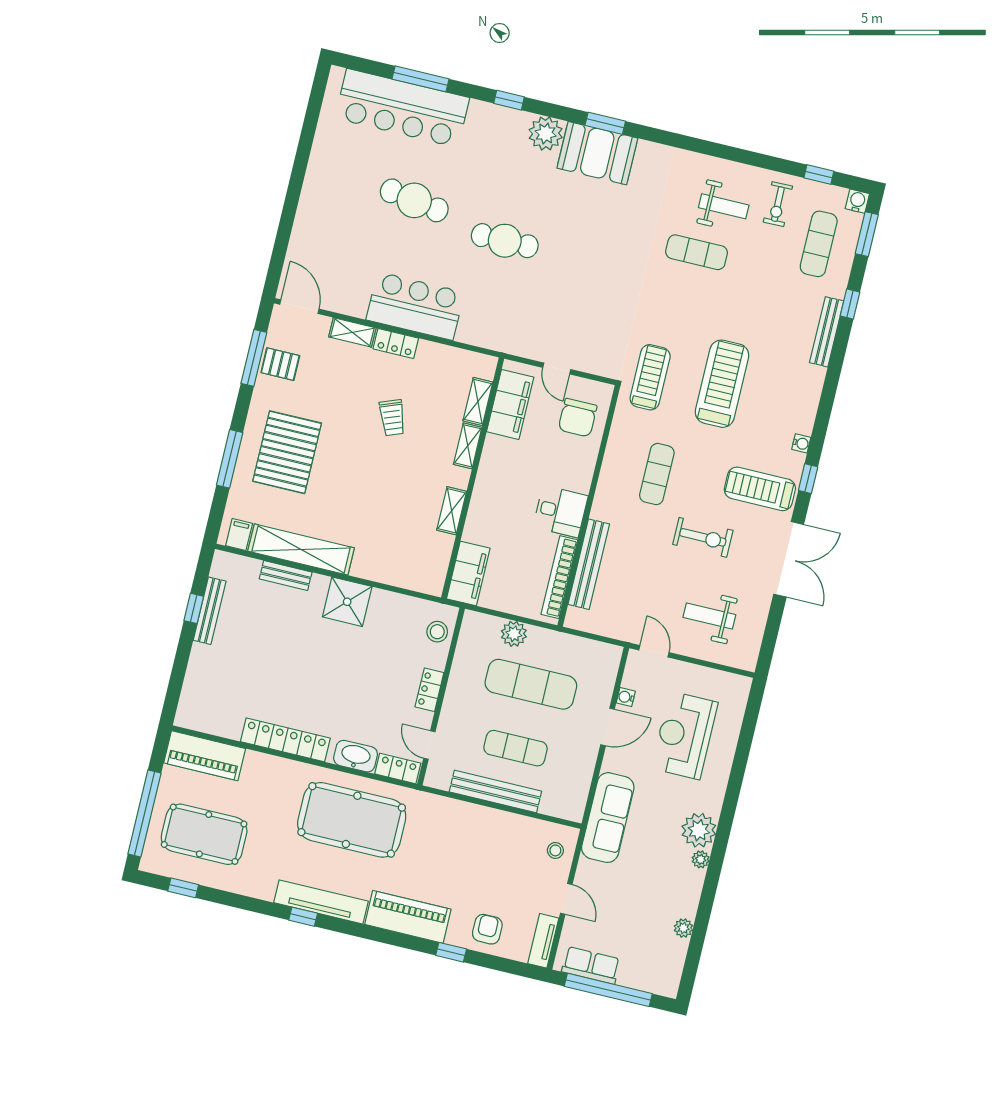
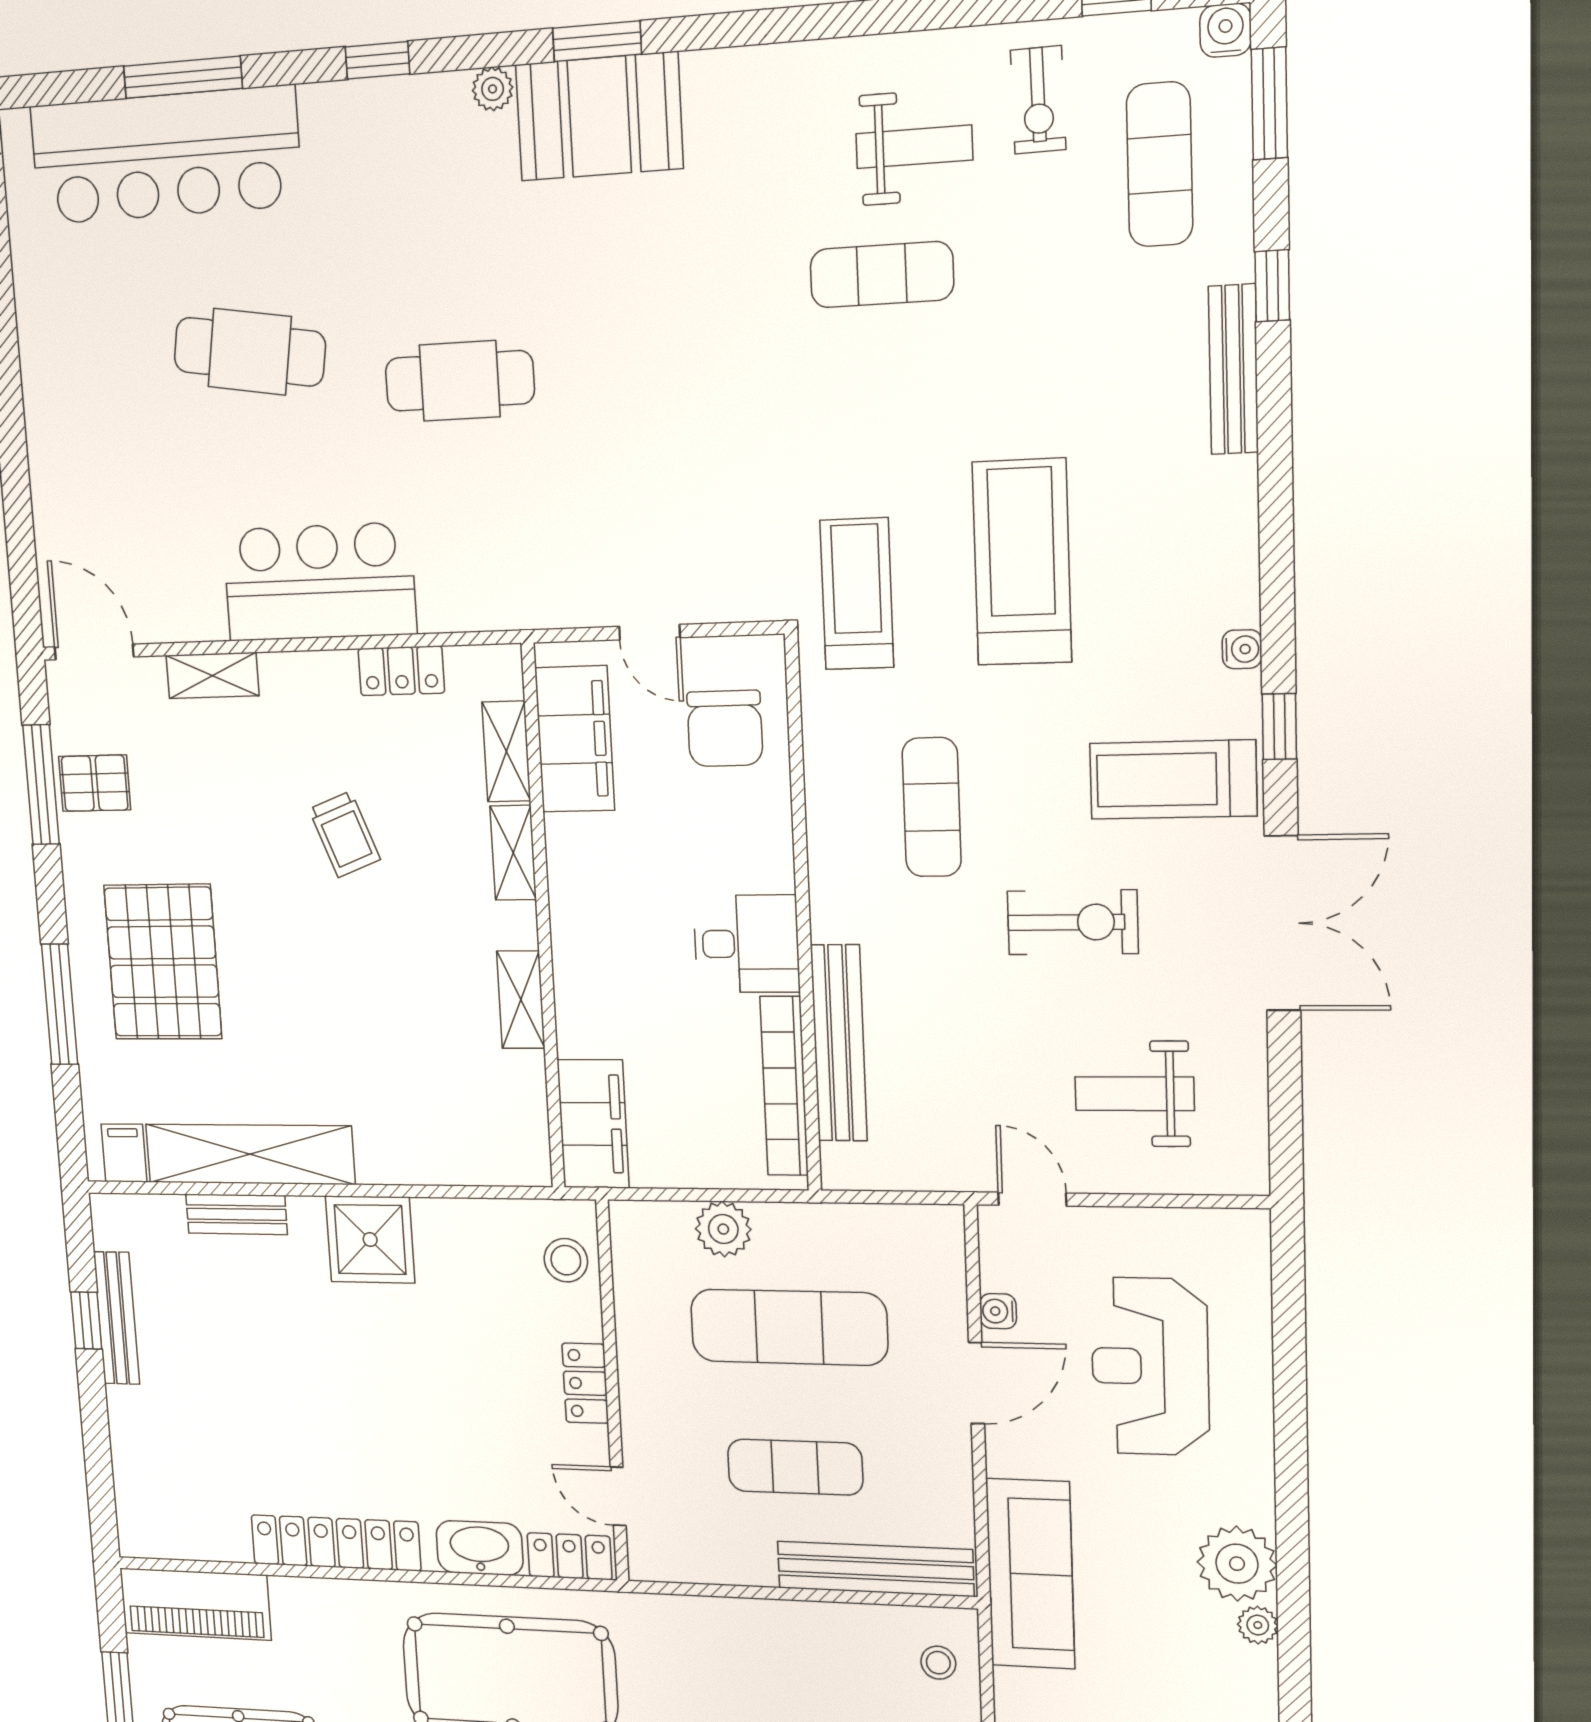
plant: (546, 134) -> (493, 89), width x0.53, depth x0.53
locker: (396, 343) -> (401, 671), moved
bench: (495, 791) -> (875, 1569), moved

